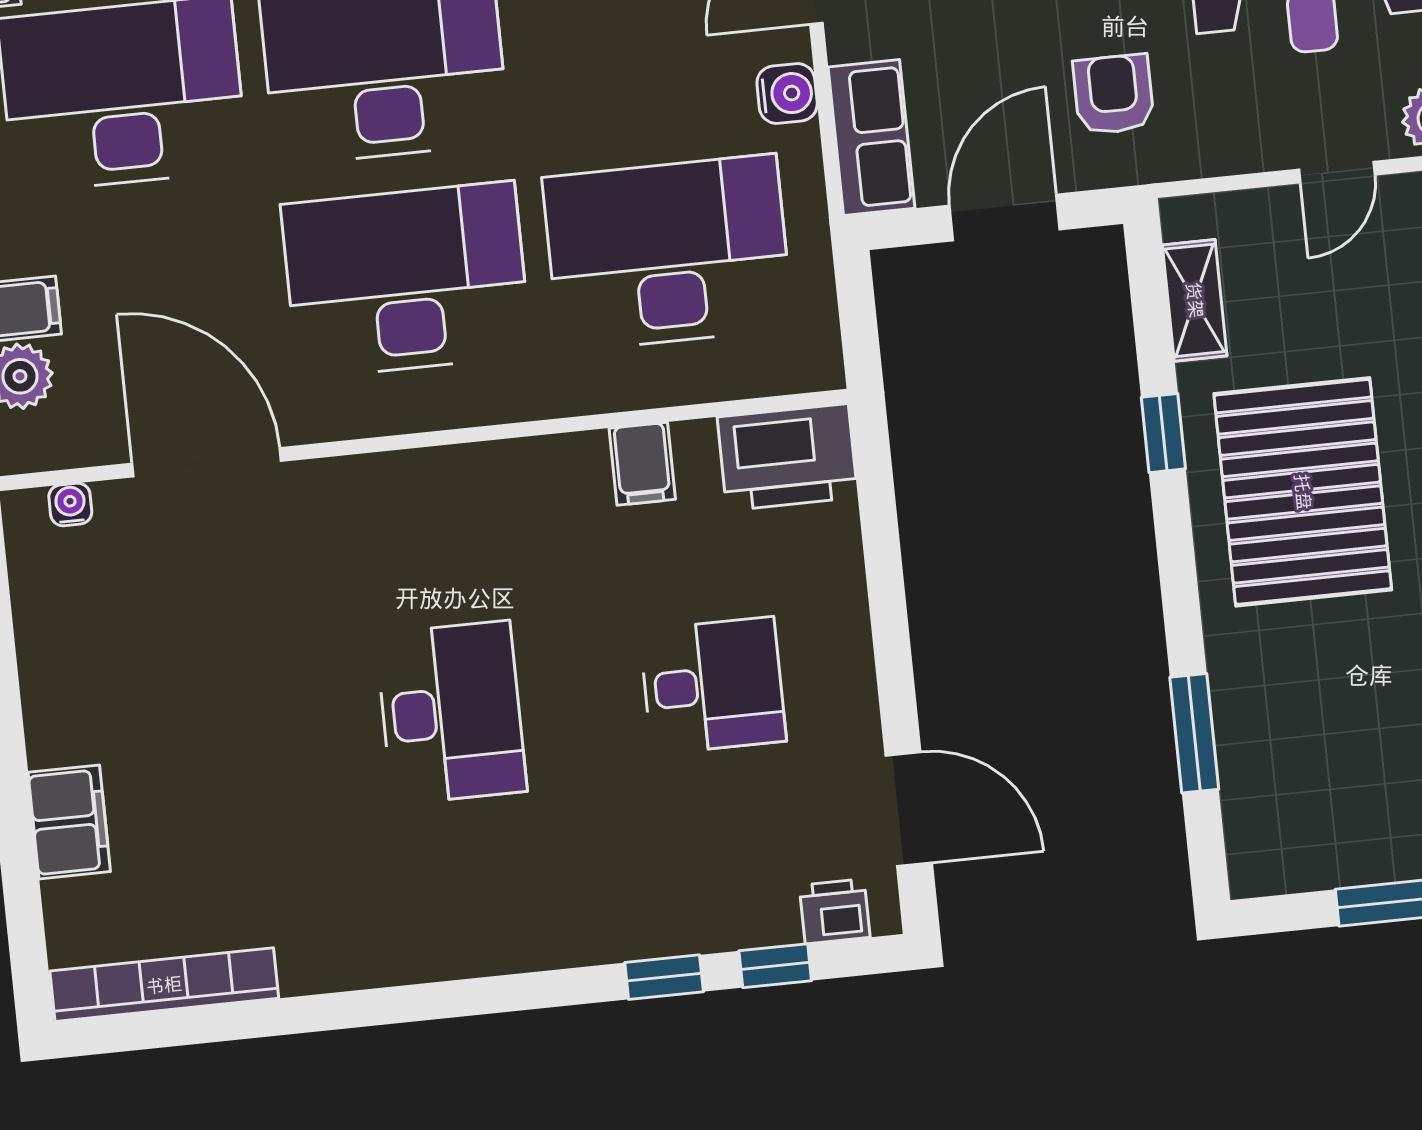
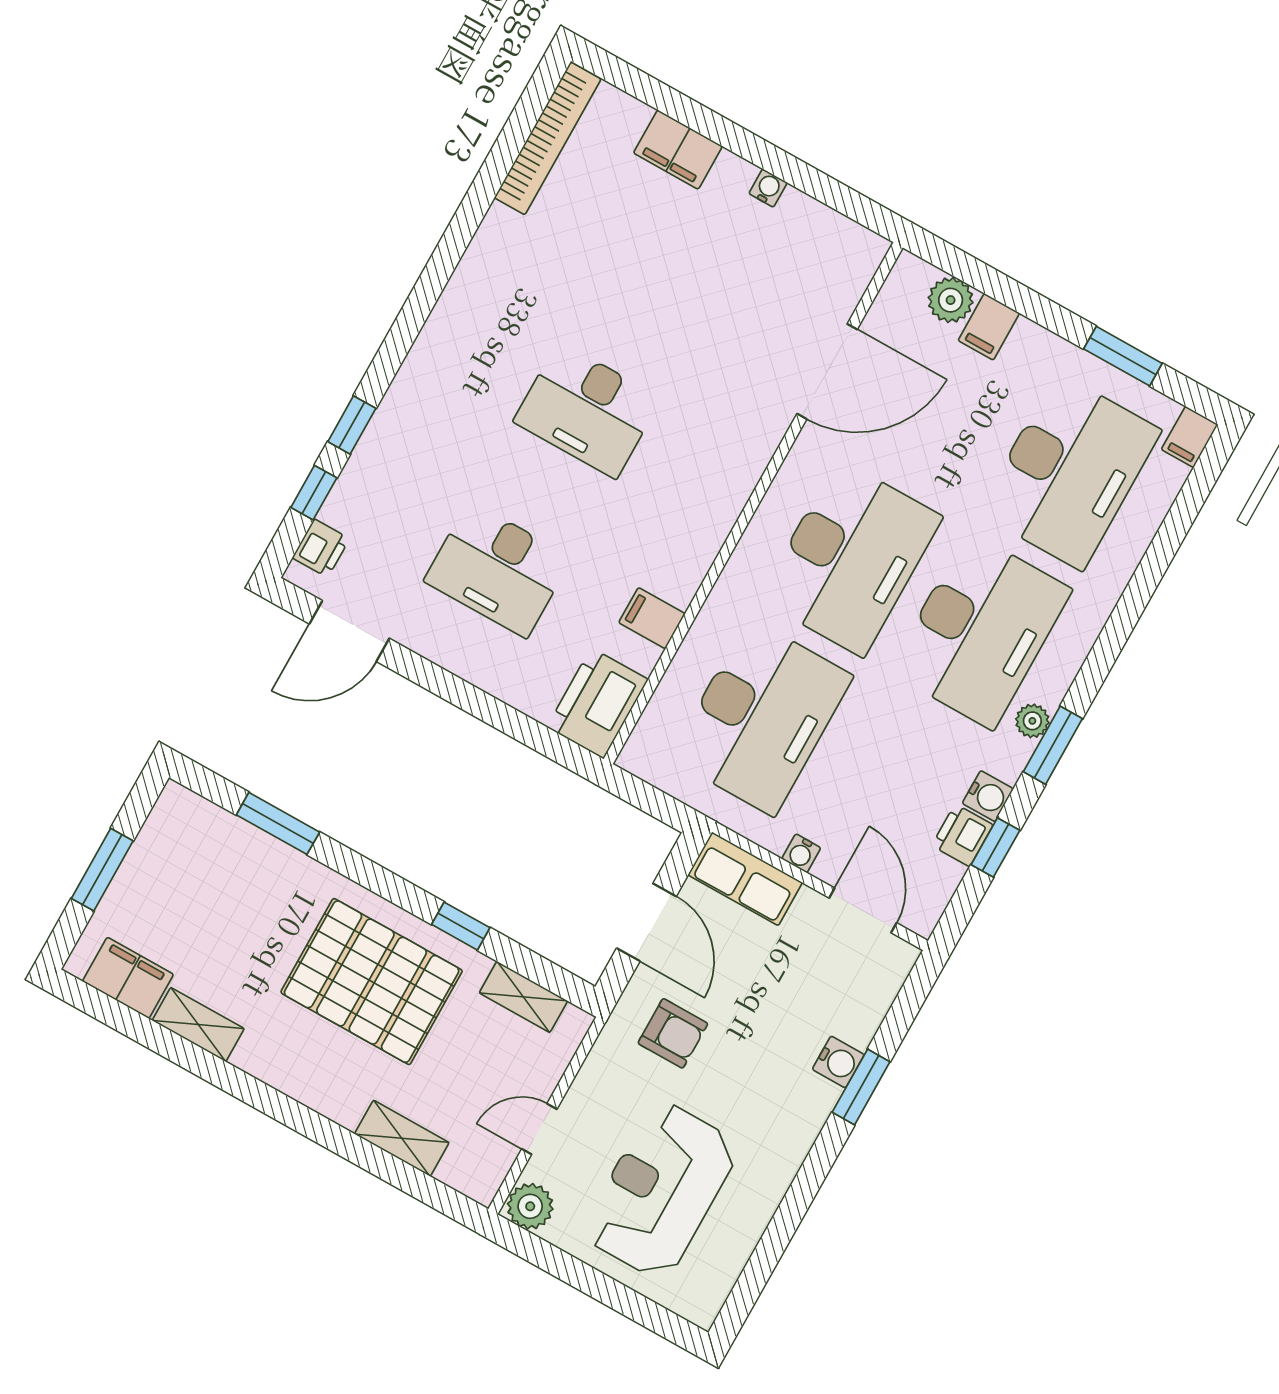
water cooler: (787, 94) -> (801, 853), width x0.72, depth x0.72
door: (1337, 172) -> (539, 1129), hinge flipped
water cooler: (70, 504) -> (768, 188), moved, turned -90
desk: (713, 685) -> (498, 569), width x1.37

